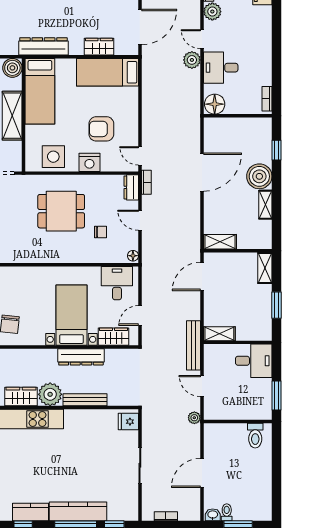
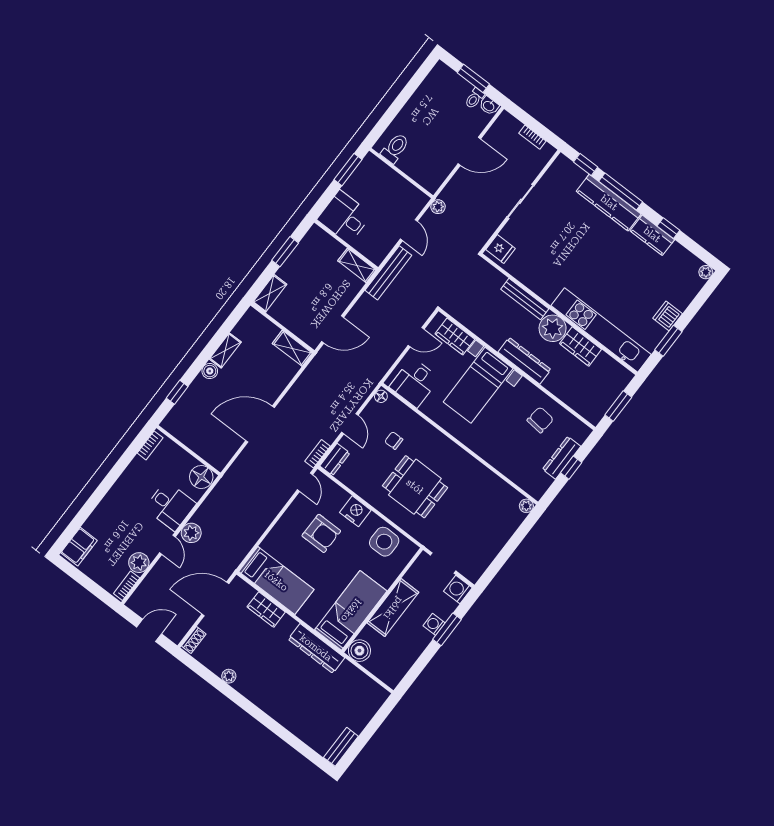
boiler: (259, 176) -> (210, 371), width x0.54, depth x0.54
dresser: (81, 357) -> (525, 361), moved

